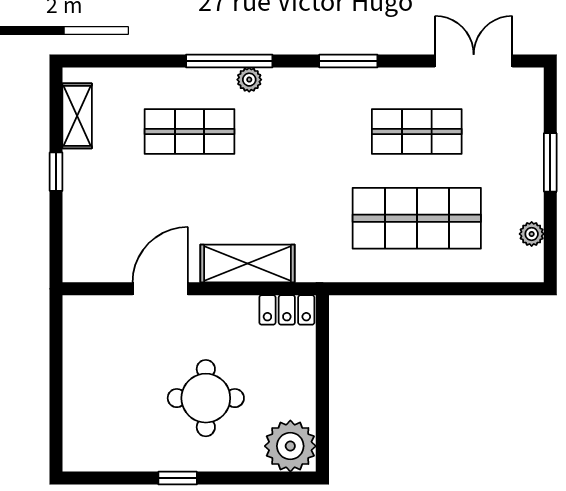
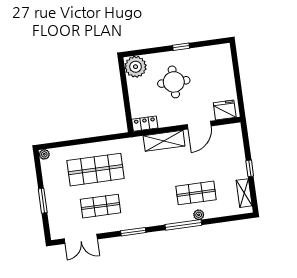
plant: (249, 80) -> (199, 215), moved
plant: (532, 234) -> (44, 154), moved
fridge: (96, 316) -> (225, 110), added

